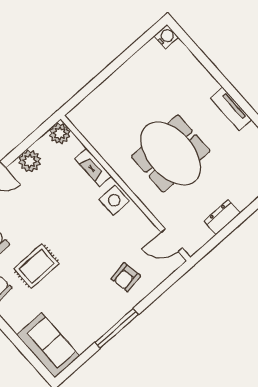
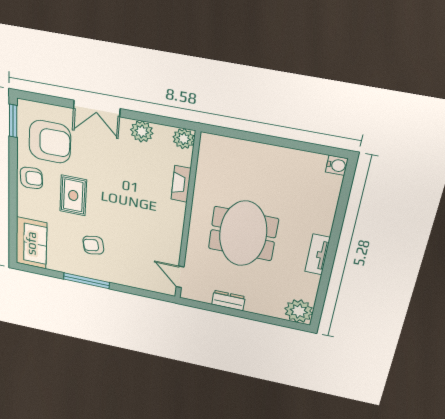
side table: (114, 200) -> (171, 217), removed
rug: (36, 266) -> (73, 195), turned 90
armchair: (126, 277) -> (93, 245), moved

